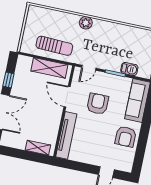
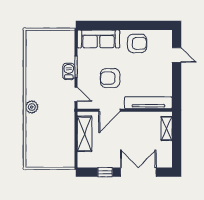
sun lounger: (54, 46) -> (61, 133), removed
barbecue: (129, 69) -> (69, 71), moved

